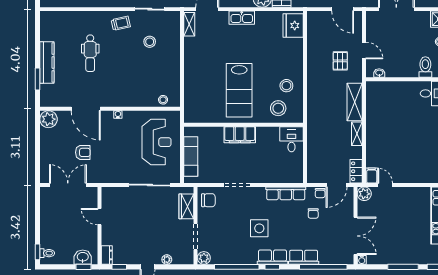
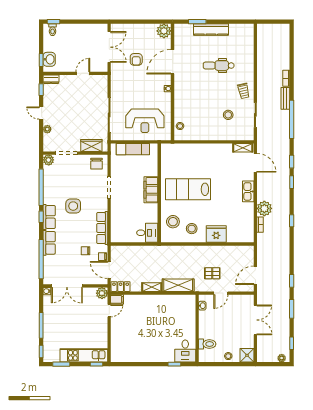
fridge: (293, 26) -> (216, 234), moved

